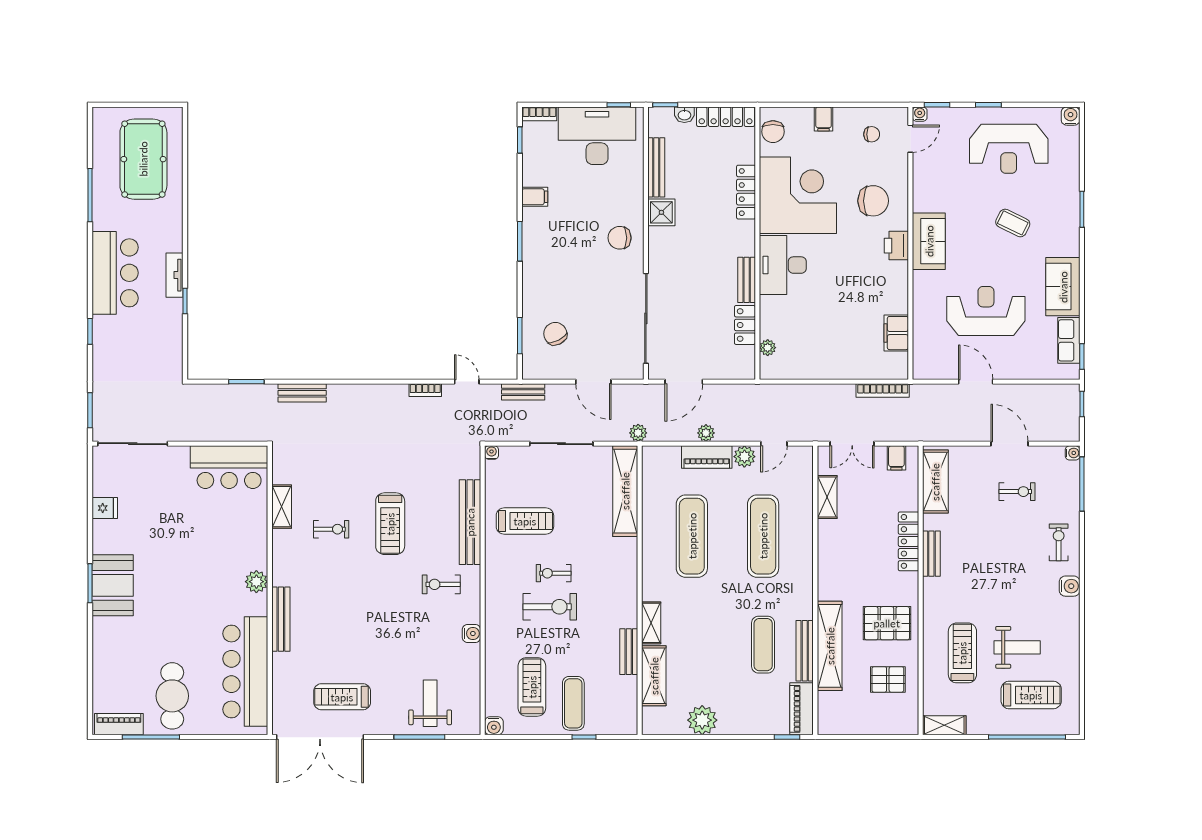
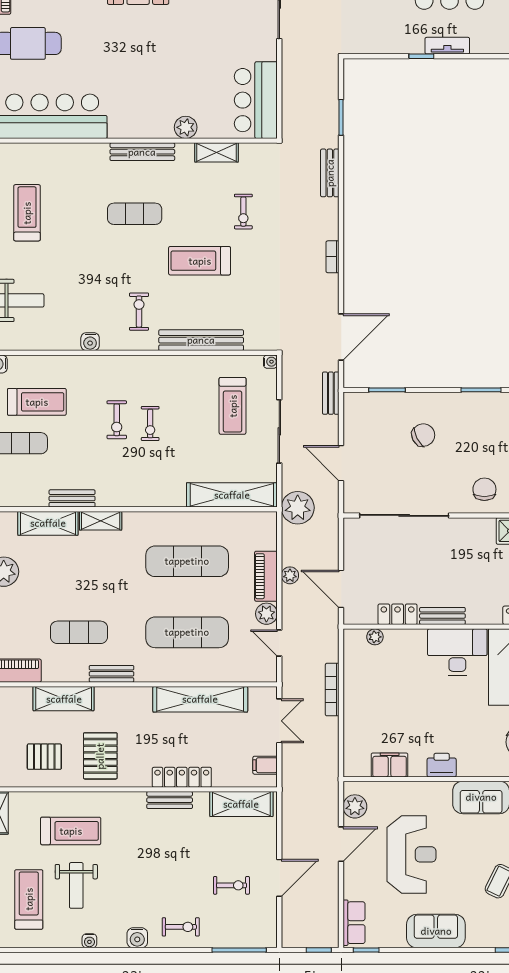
printer: (896, 246) -> (442, 765), moved
chair: (555, 334) -> (423, 435), moved
row of seats: (1069, 340) -> (354, 923), moved, turned 90
plant: (938, 368) -> (355, 806), added
door: (467, 382) -> (341, 337), width x1.87
door: (593, 382) -> (341, 463), hinge flipped
door: (684, 382) -> (341, 589), moved
bookcase: (425, 390) -> (333, 257), moved
bookcase: (883, 391) -> (332, 690), moved
plant: (638, 433) -> (298, 508), width x1.88, depth x1.88
double door: (852, 444) -> (279, 721), swing flipped
water cooler: (1073, 453) -> (89, 941), moved
exercise bike: (1017, 492) -> (232, 885), turned -90
shelving: (827, 497) -> (200, 699), width x2.20, depth x1.33
treadmill: (525, 521) -> (233, 406), moved
exercise bike: (331, 529) -> (243, 212), moved
exercise bike: (554, 573) -> (150, 424), turned 180
plant: (256, 582) -> (186, 127), moved
exercise mat: (343, 589) -> (135, 214), added
exercise bike: (550, 607) -> (117, 420), width x0.73, depth x0.72
bench: (281, 619) -> (142, 152), moved
shelving: (830, 646) -> (64, 699), width x0.68
bench: (805, 651) -> (112, 674), moved, width x0.73
pallet: (888, 679) -> (44, 757), turned 90
treadmill: (1031, 695) -> (29, 899), turned 180

